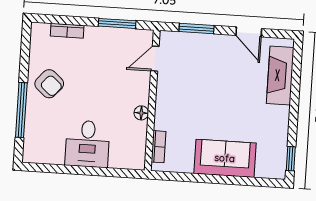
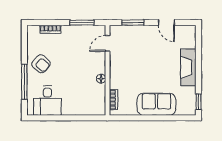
fireplace: (280, 75) -> (188, 67), moved
desk: (87, 144) -> (47, 101), moved

